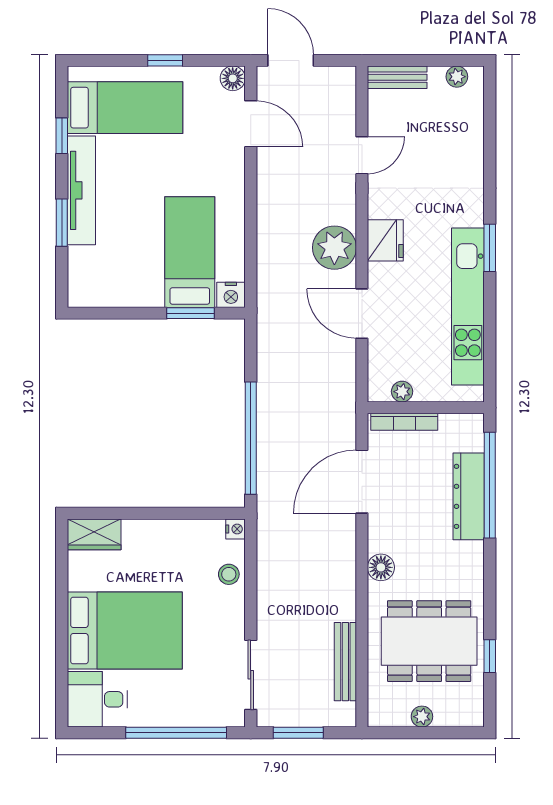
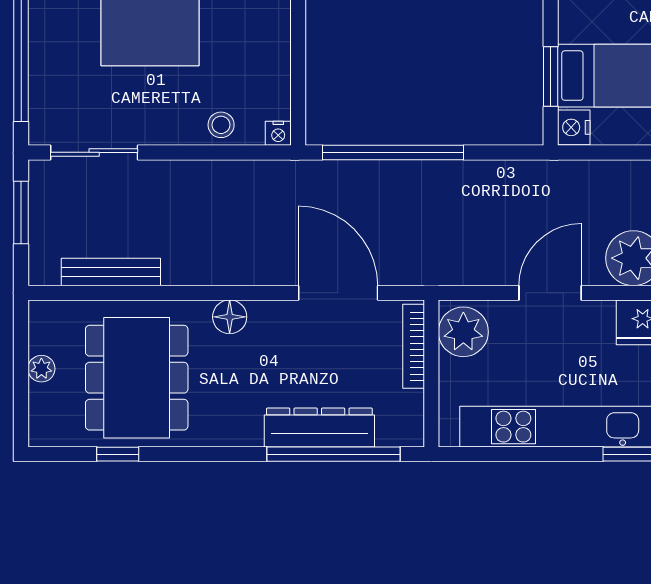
plant: (402, 392) -> (463, 332), width x1.88, depth x1.88

